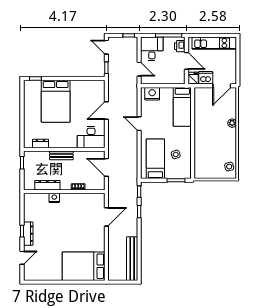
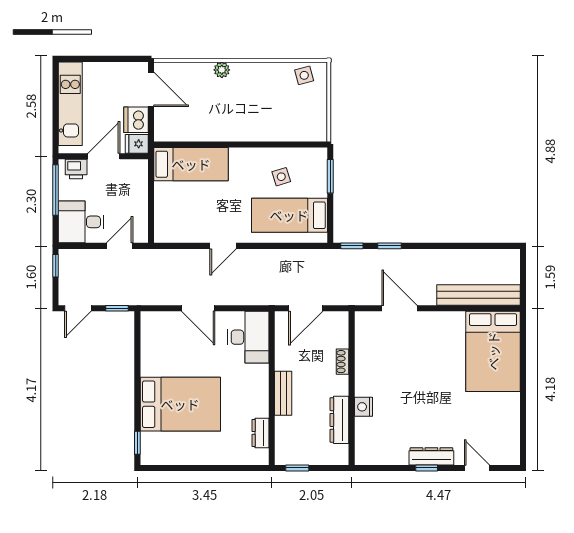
nightstand: (152, 94) -> (166, 221), removed
bench: (132, 259) -> (479, 295), moved

